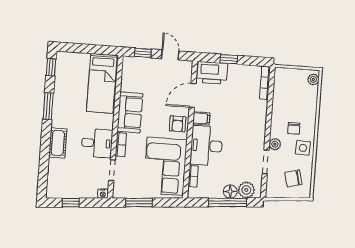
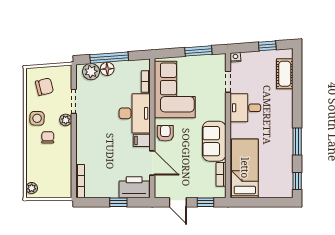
door: (193, 95) -> (152, 163), hinge flipped
cot: (58, 143) -> (285, 74), moved
bookcase: (121, 145) -> (221, 174), moved

